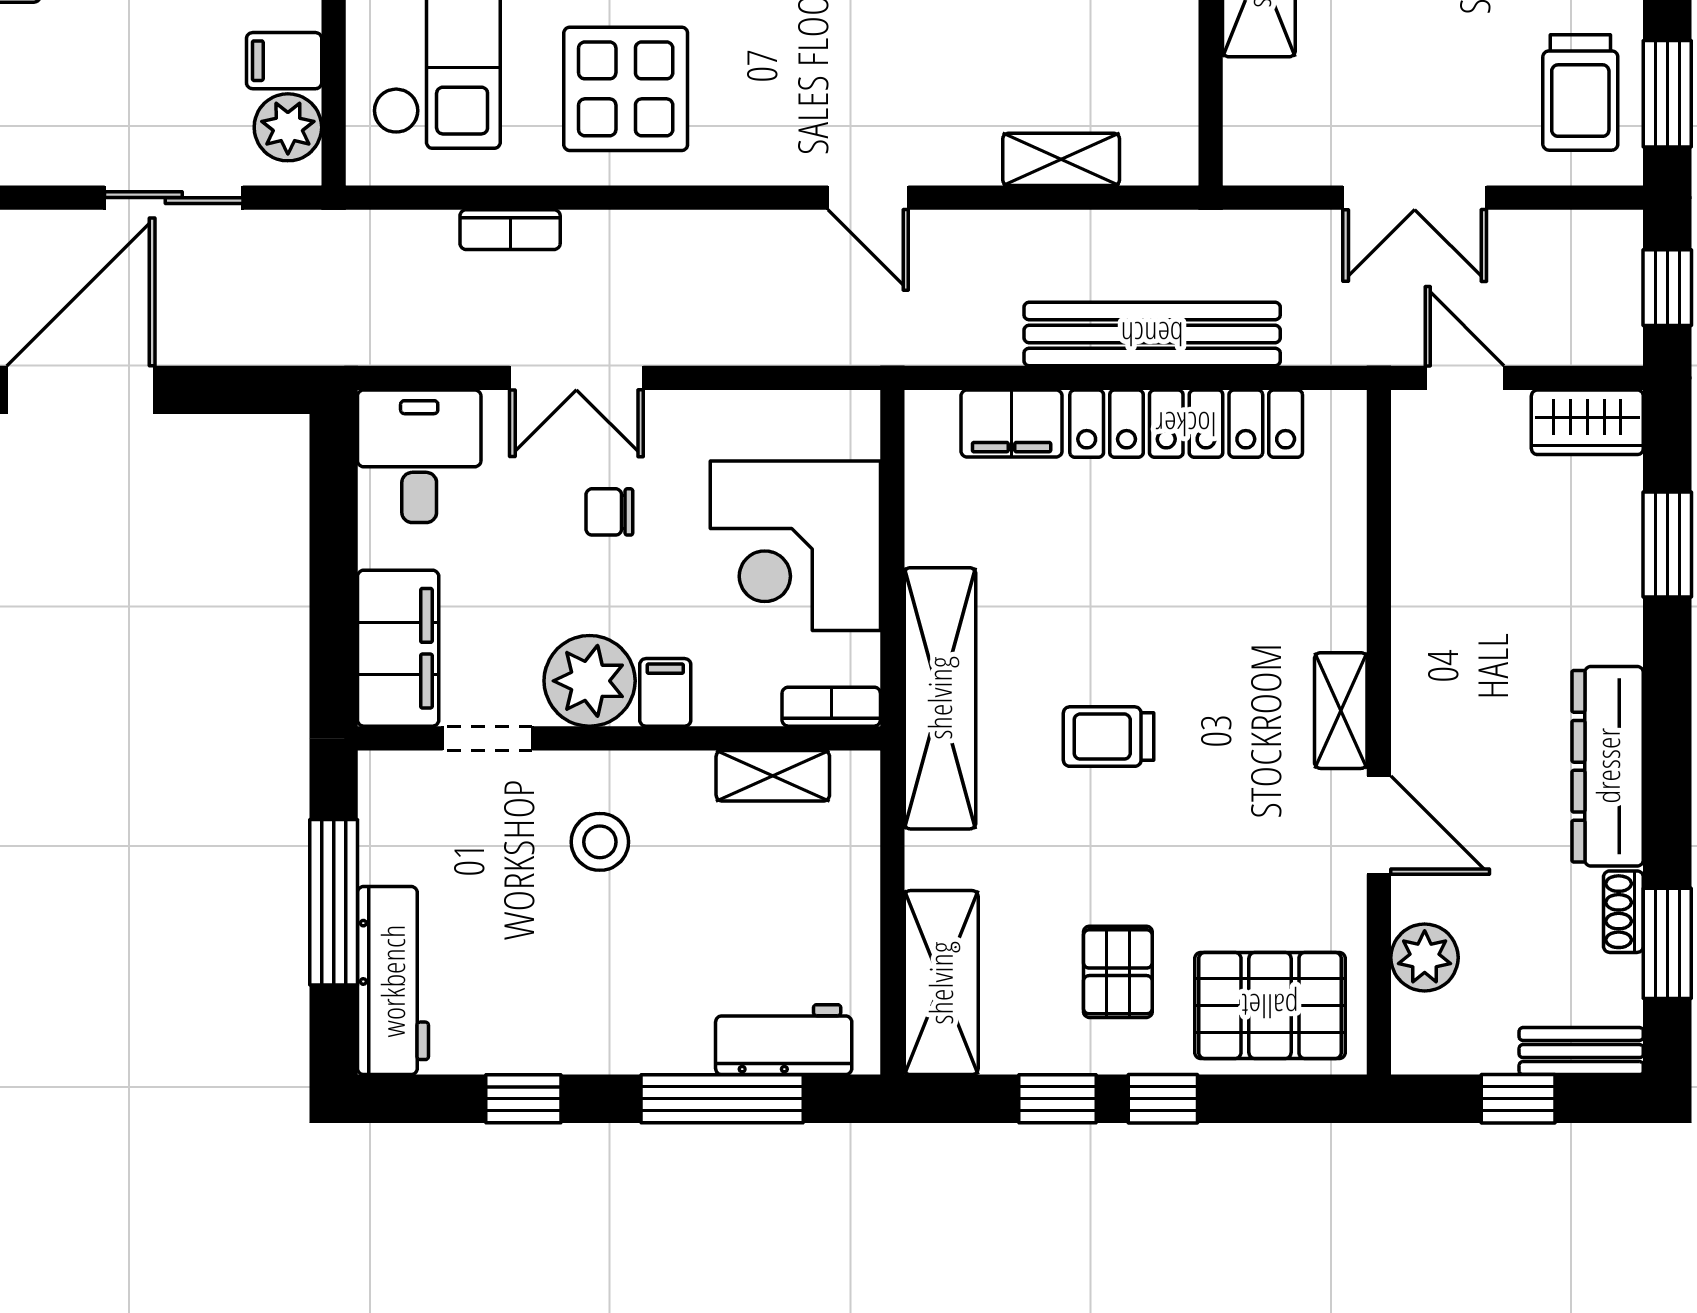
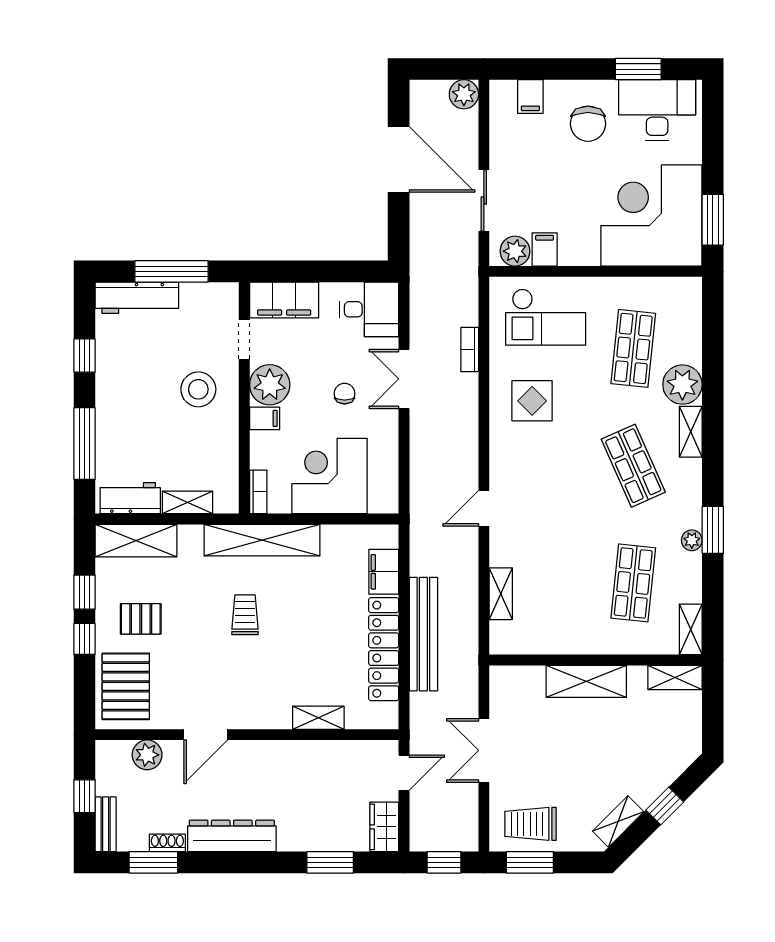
display table: (626, 89) -> (532, 401), width x0.73, depth x0.73
shelving: (1341, 711) -> (318, 718), moved
shelving: (773, 776) -> (187, 502), moved, turned 90
stool: (600, 842) -> (198, 389), width x1.38, depth x1.38
workbench: (784, 1040) -> (130, 498), moved, turned -90

